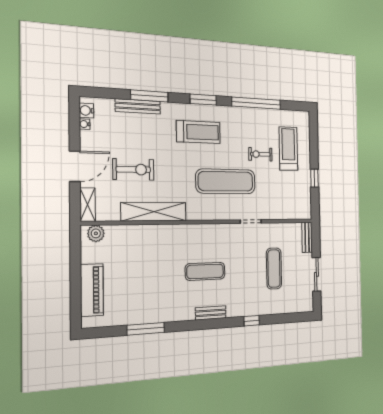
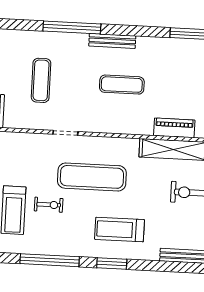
window: (149, 96) -> (171, 267), removed
piano: (154, 233) -> (174, 128), added
bench: (211, 313) -> (112, 41), width x1.36
window: (252, 321) -> (72, 27), width x3.17

